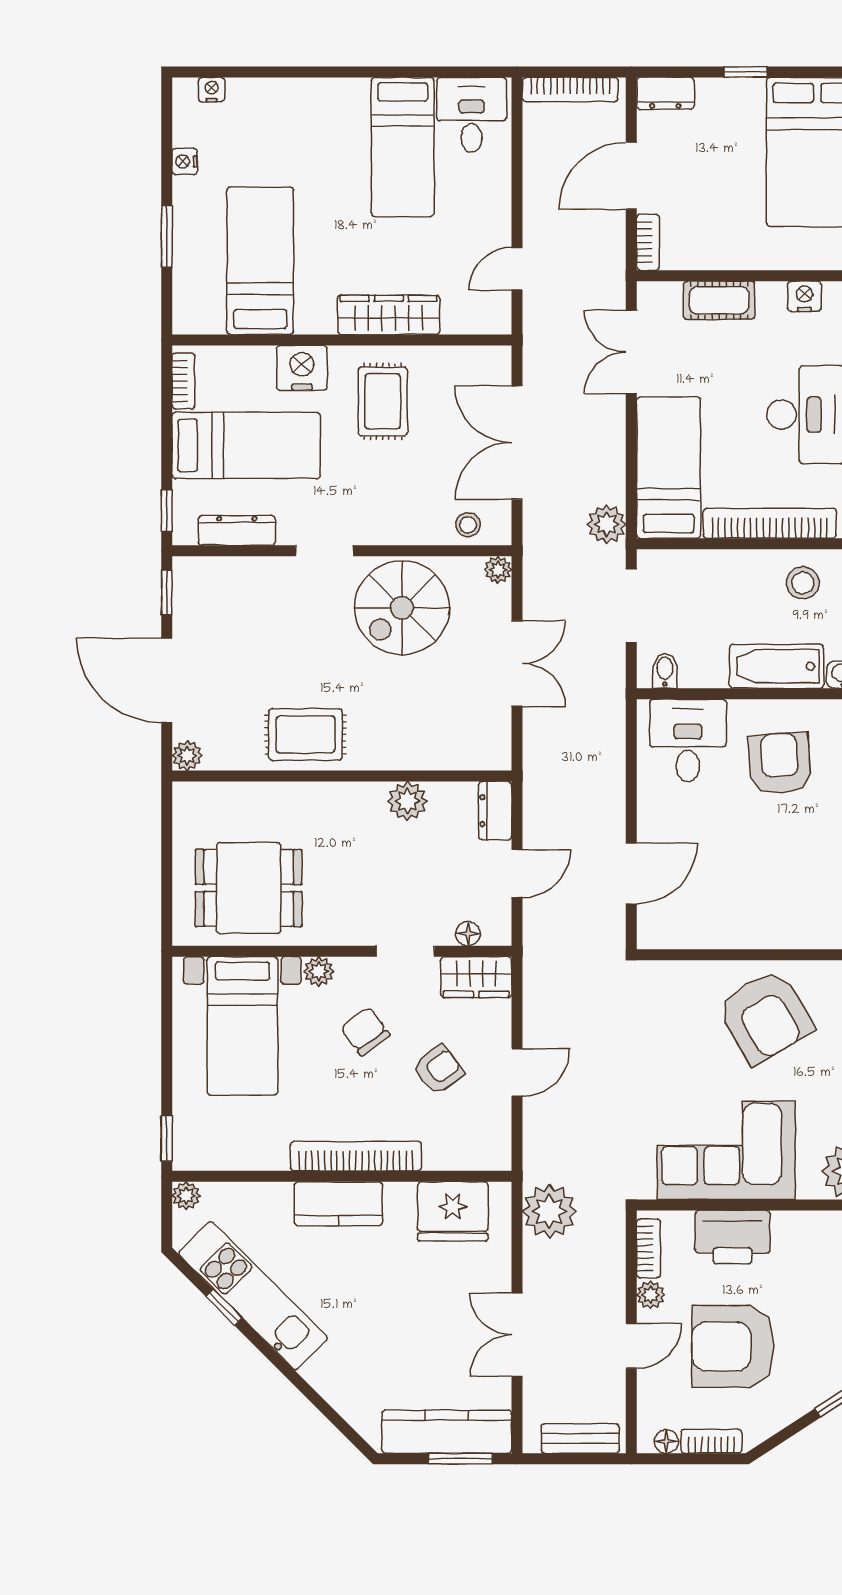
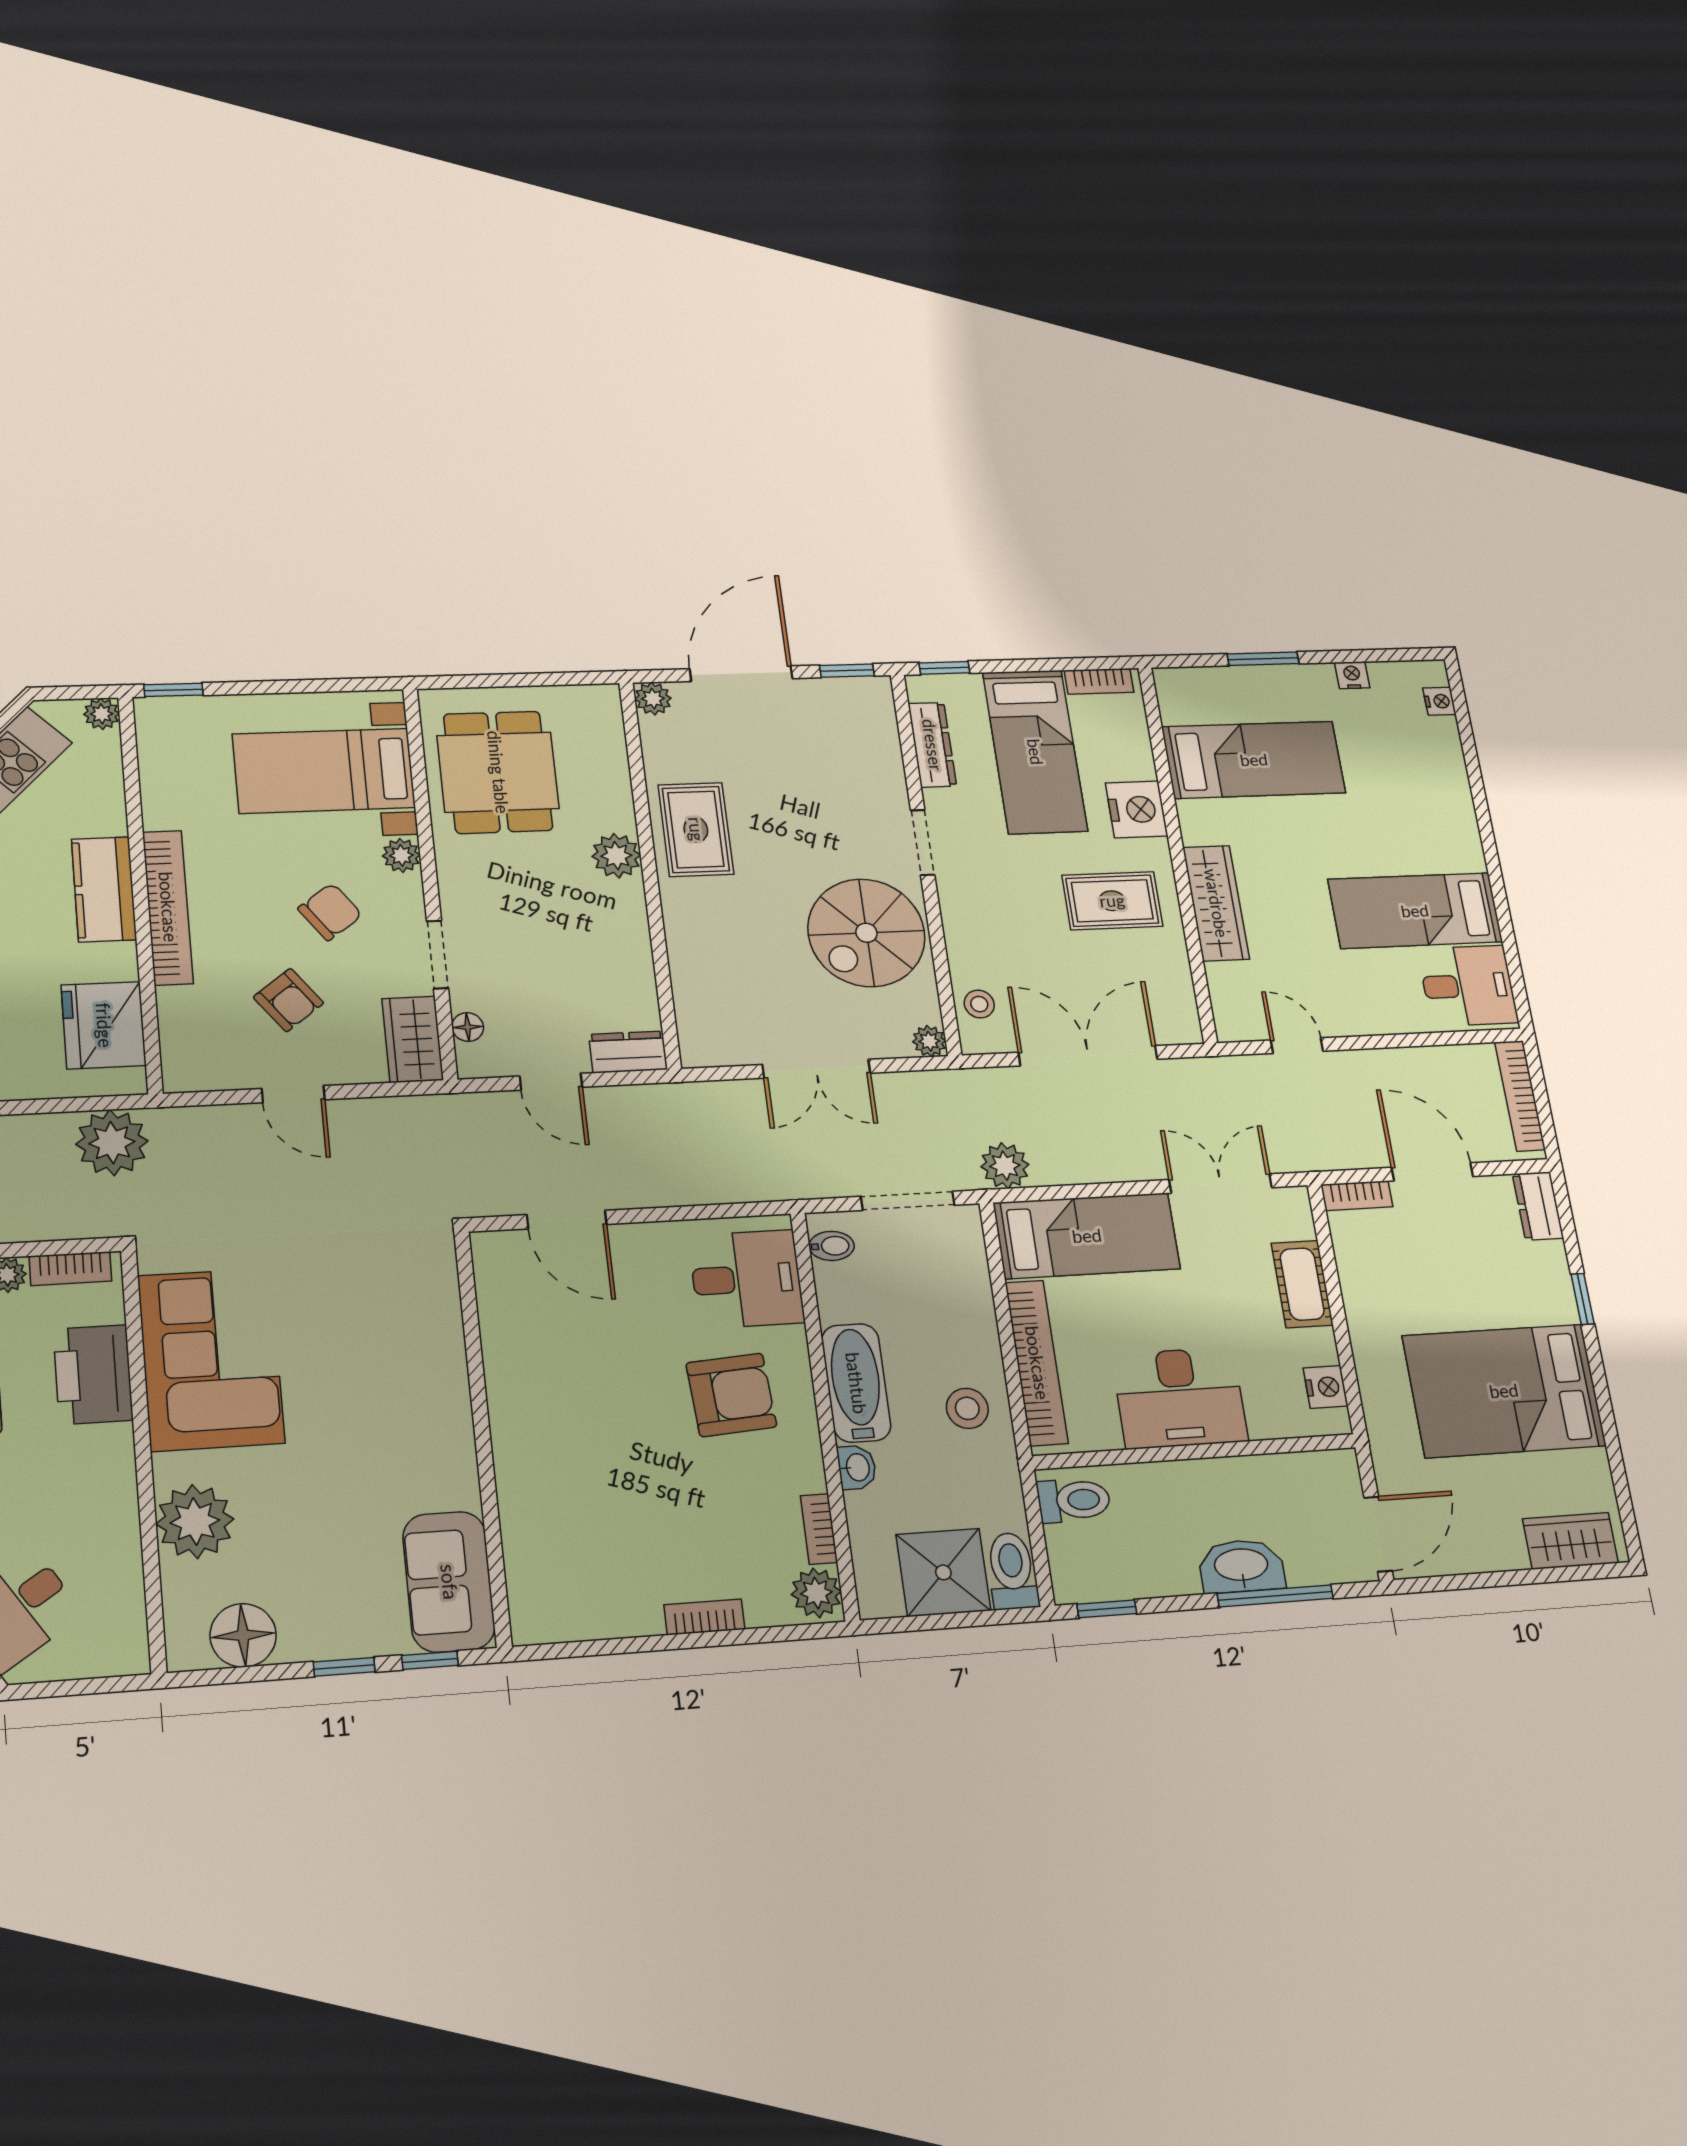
spiral stairs: (402, 608) -> (866, 933), turned -90
plant: (407, 801) -> (616, 856), moved
armchair: (765, 1016) -> (396, 1398), removed

